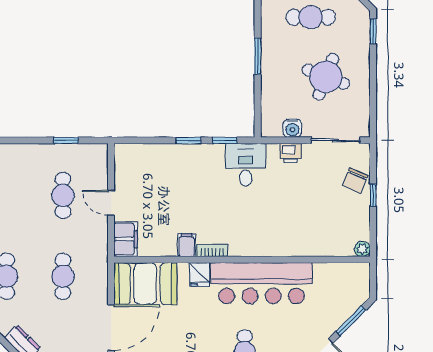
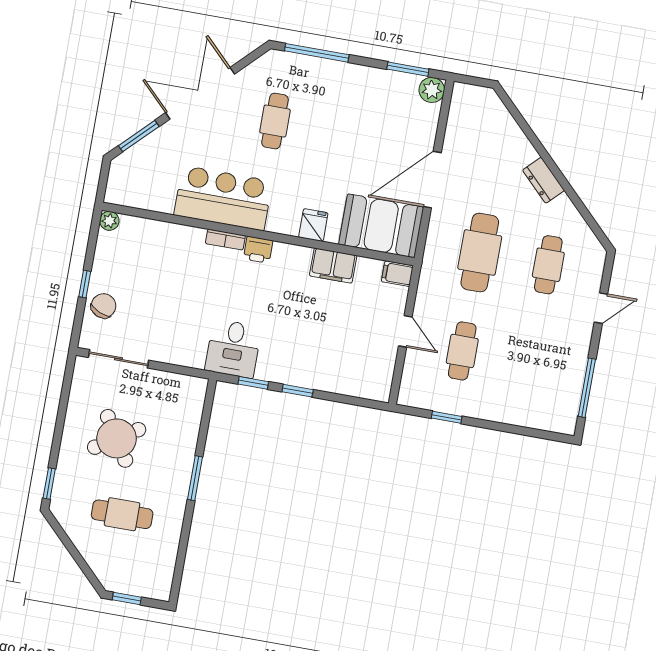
round table: (326, 77) -> (117, 438), turned 37
water cooler: (292, 128) -> (168, 383), removed
printer: (291, 153) -> (258, 250), moved, turned 180
filing cabinet: (126, 239) -> (397, 274), width x0.50
filing cabinet: (187, 245) -> (333, 266), width x2.00
bookcase: (212, 251) -> (225, 239), moved
cafe table: (63, 276) -> (480, 253), width x1.37, depth x1.35
bar counter: (262, 283) -> (223, 198), width x0.73

